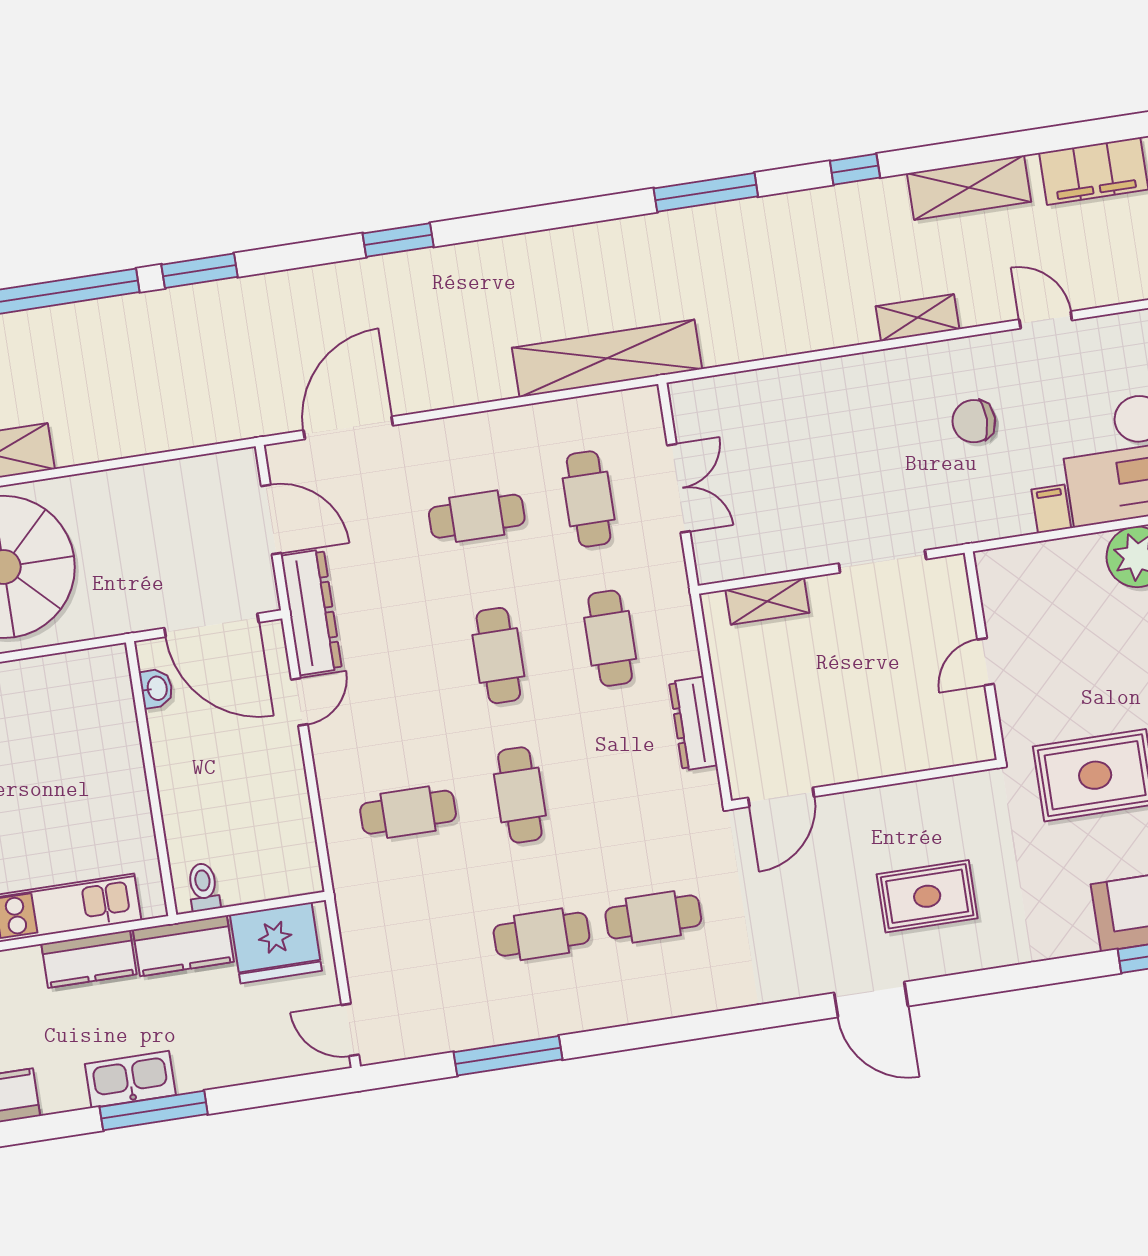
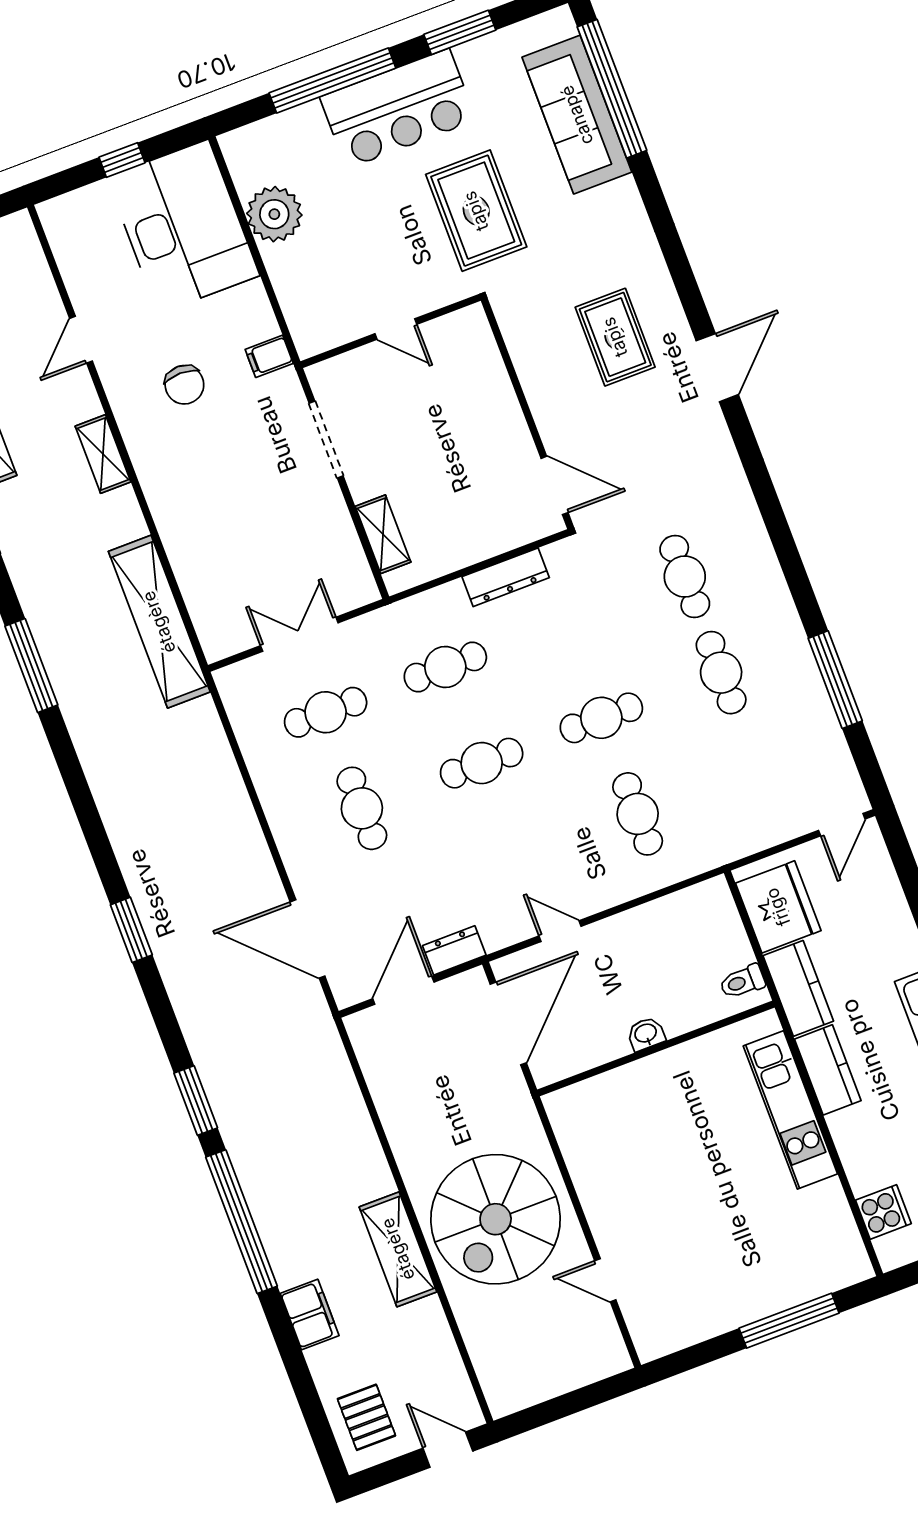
shelving: (607, 358) -> (159, 622), moved
filing cabinet: (1051, 509) -> (269, 356), moved
dresser: (311, 612) -> (454, 950), width x0.51, depth x0.80
washbasin: (156, 688) -> (646, 1034), moved

